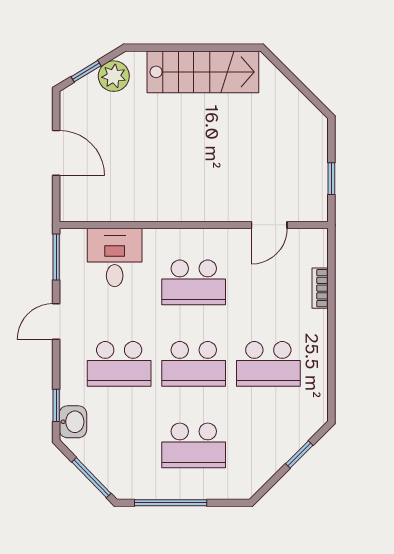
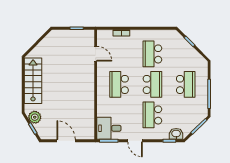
door: (56, 153) -> (66, 141), hinge flipped
desk: (115, 257) -> (109, 128), moved
school desk: (194, 282) -> (119, 84), turned 180
school desk: (119, 364) -> (152, 115), turned 180
school desk: (268, 364) -> (152, 54), turned 180

